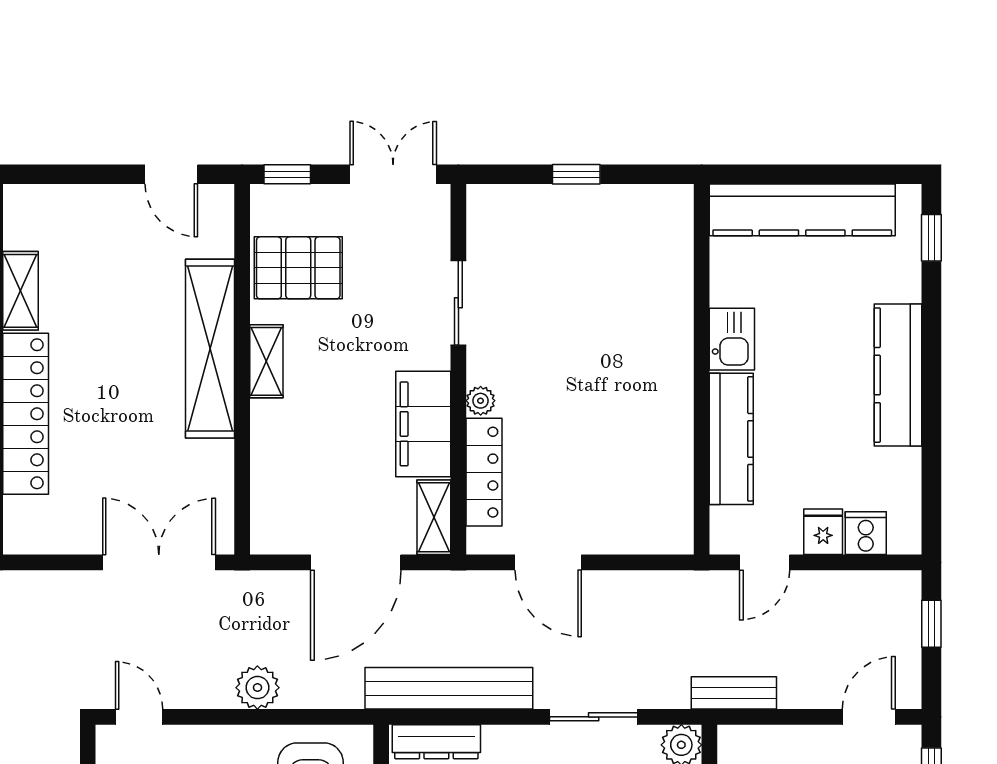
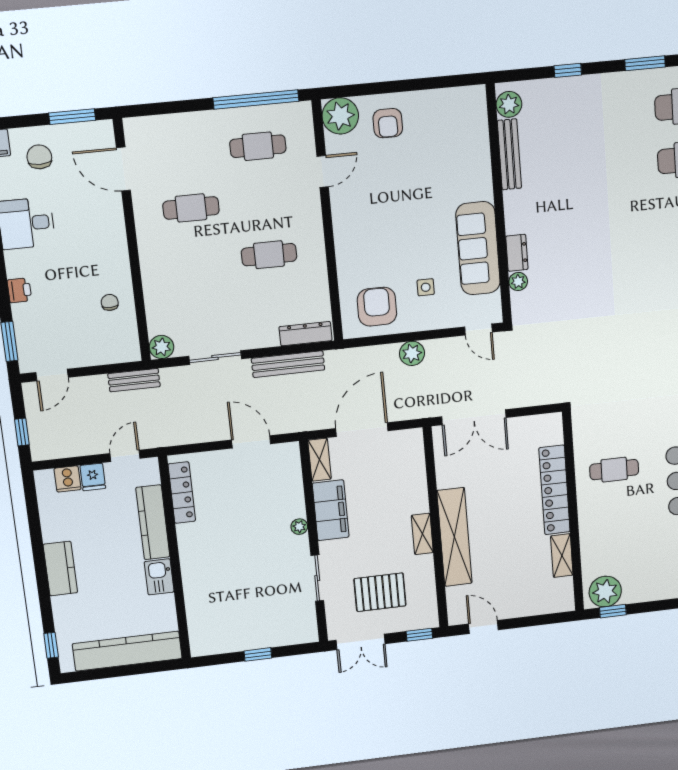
pallet: (298, 268) -> (380, 592), moved
kitchen counter: (898, 375) -> (60, 569), width x0.67
locker: (484, 472) -> (182, 493), moved, turned 180
bench: (449, 688) -> (288, 364), width x0.73, depth x0.82

